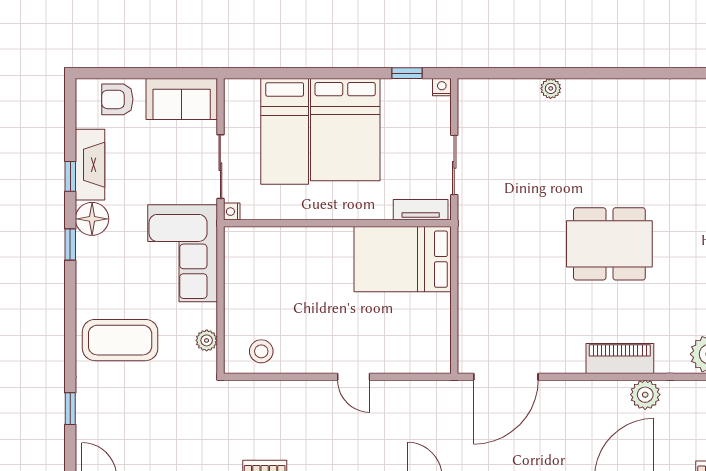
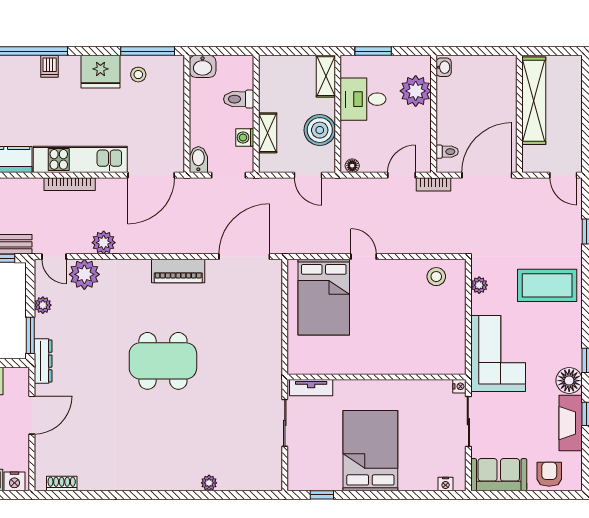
nightstand: (442, 87) -> (446, 484), moved
armchair: (117, 99) -> (549, 474), turned -90
bed: (285, 131) -> (418, 449), removed
bed: (403, 259) -> (324, 297), moved, turned 90
piano: (620, 358) -> (178, 271), moved
plant: (645, 395) -> (104, 243), moved

